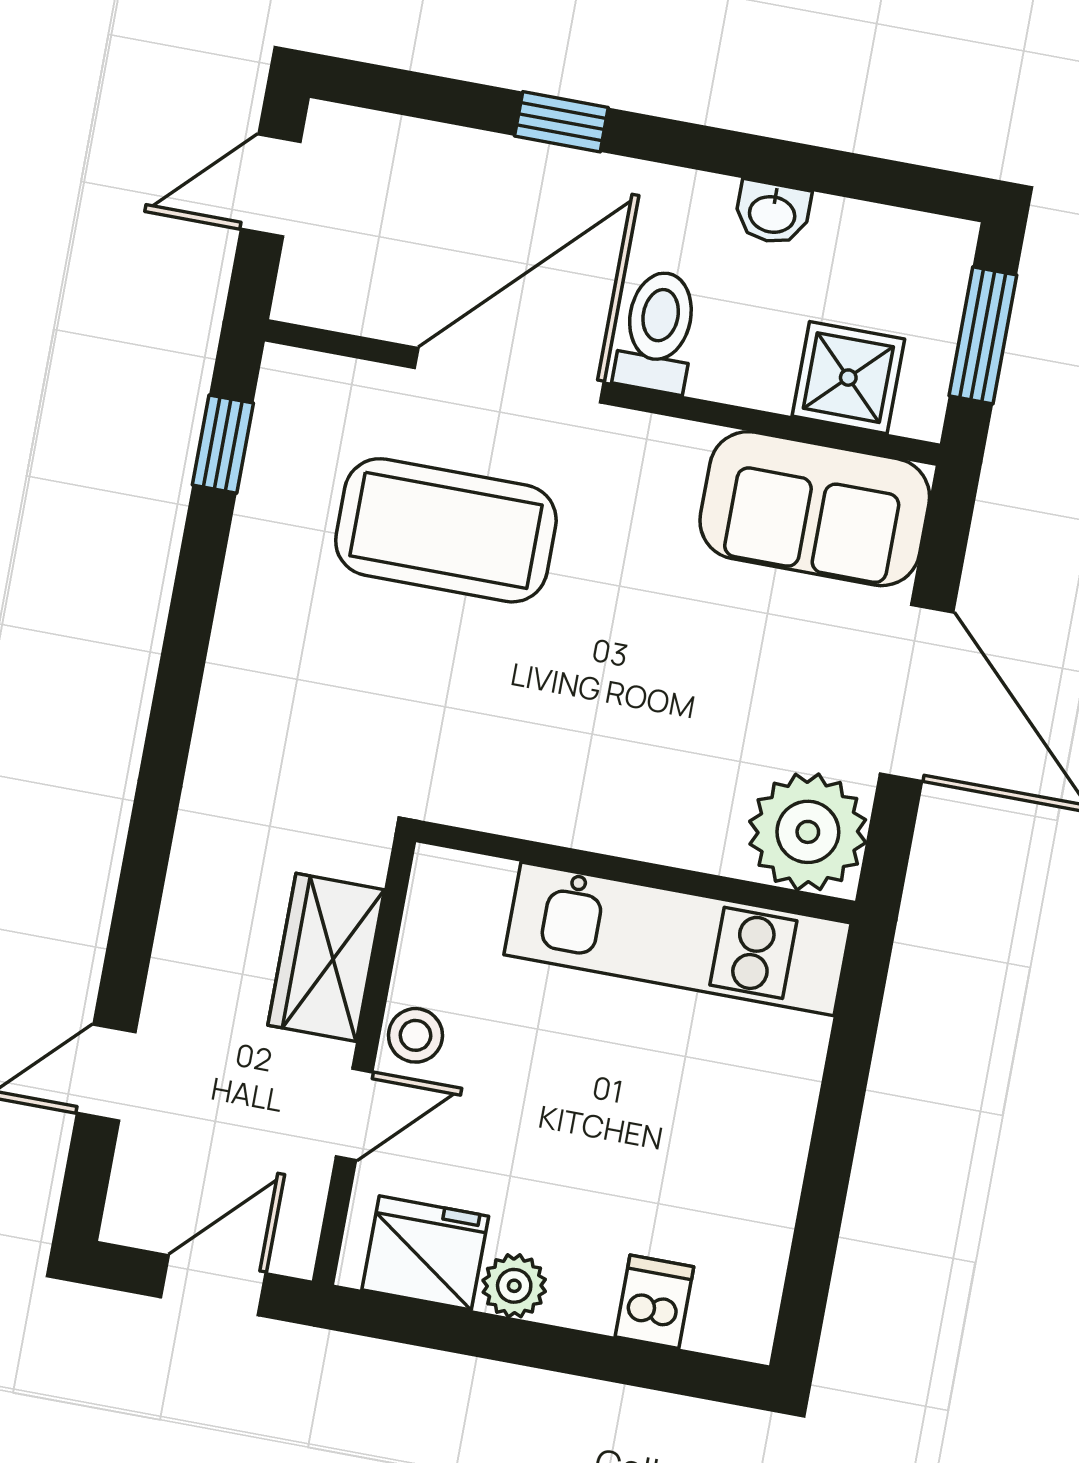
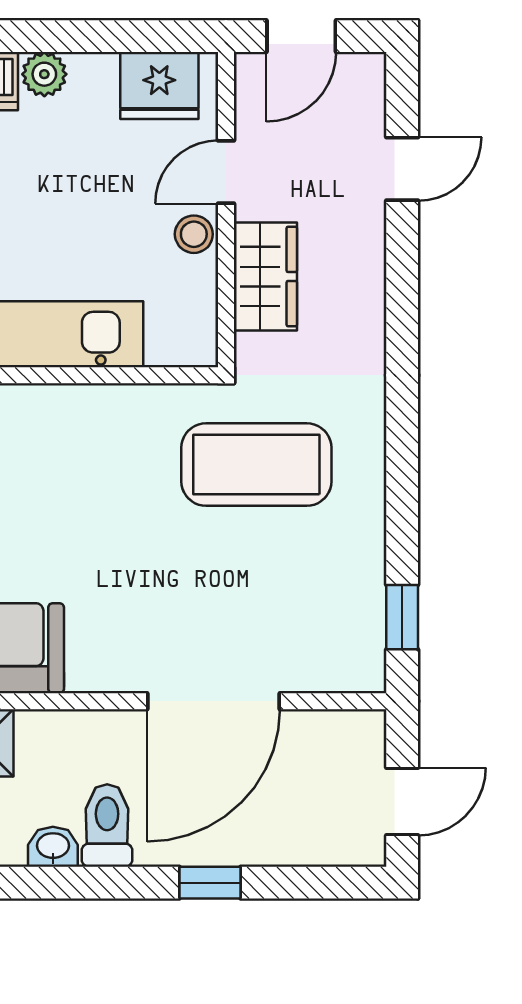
toilet: (658, 331) -> (107, 825), moved, turned 180
coffee table: (446, 530) -> (256, 465), moved
plant: (514, 1286) -> (44, 74), moved

